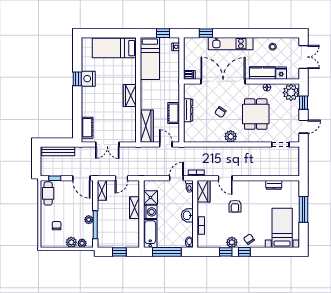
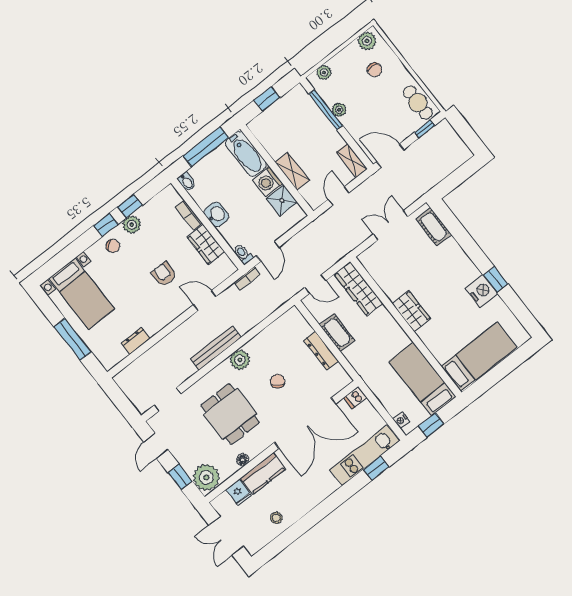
kitchen unit: (231, 44) -> (365, 455), moved
bench: (58, 151) -> (216, 348), moved
wardrobe: (204, 191) -> (206, 244), moved
plant: (71, 242) -> (367, 41), moved

